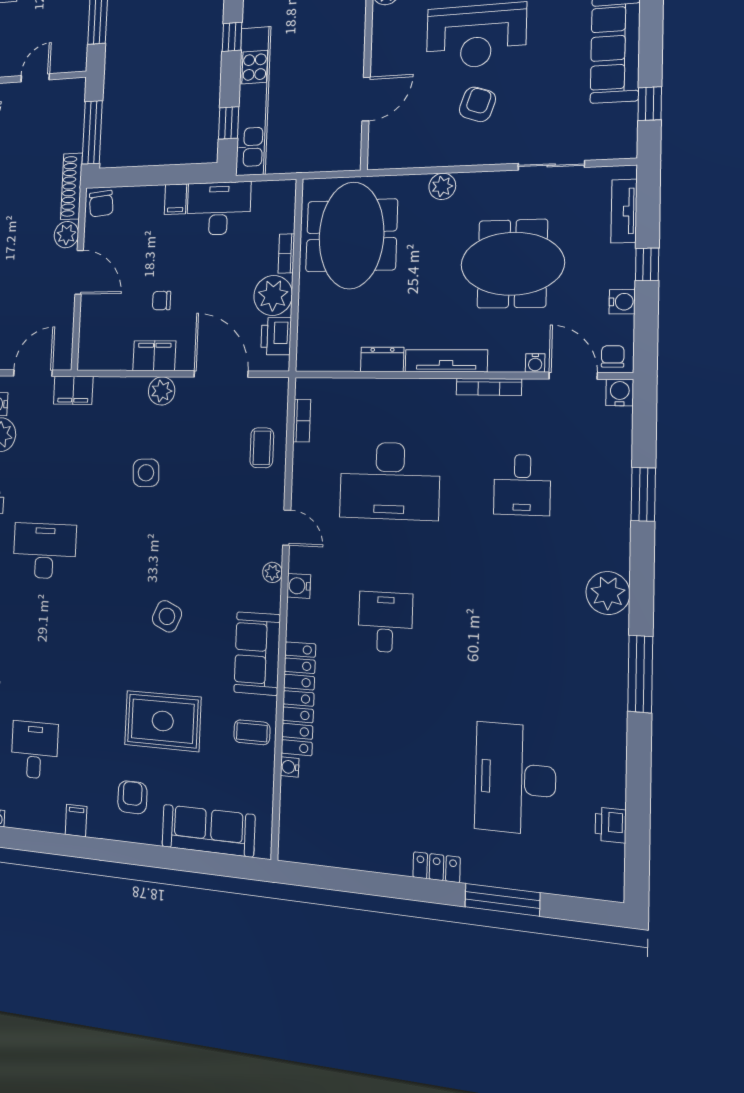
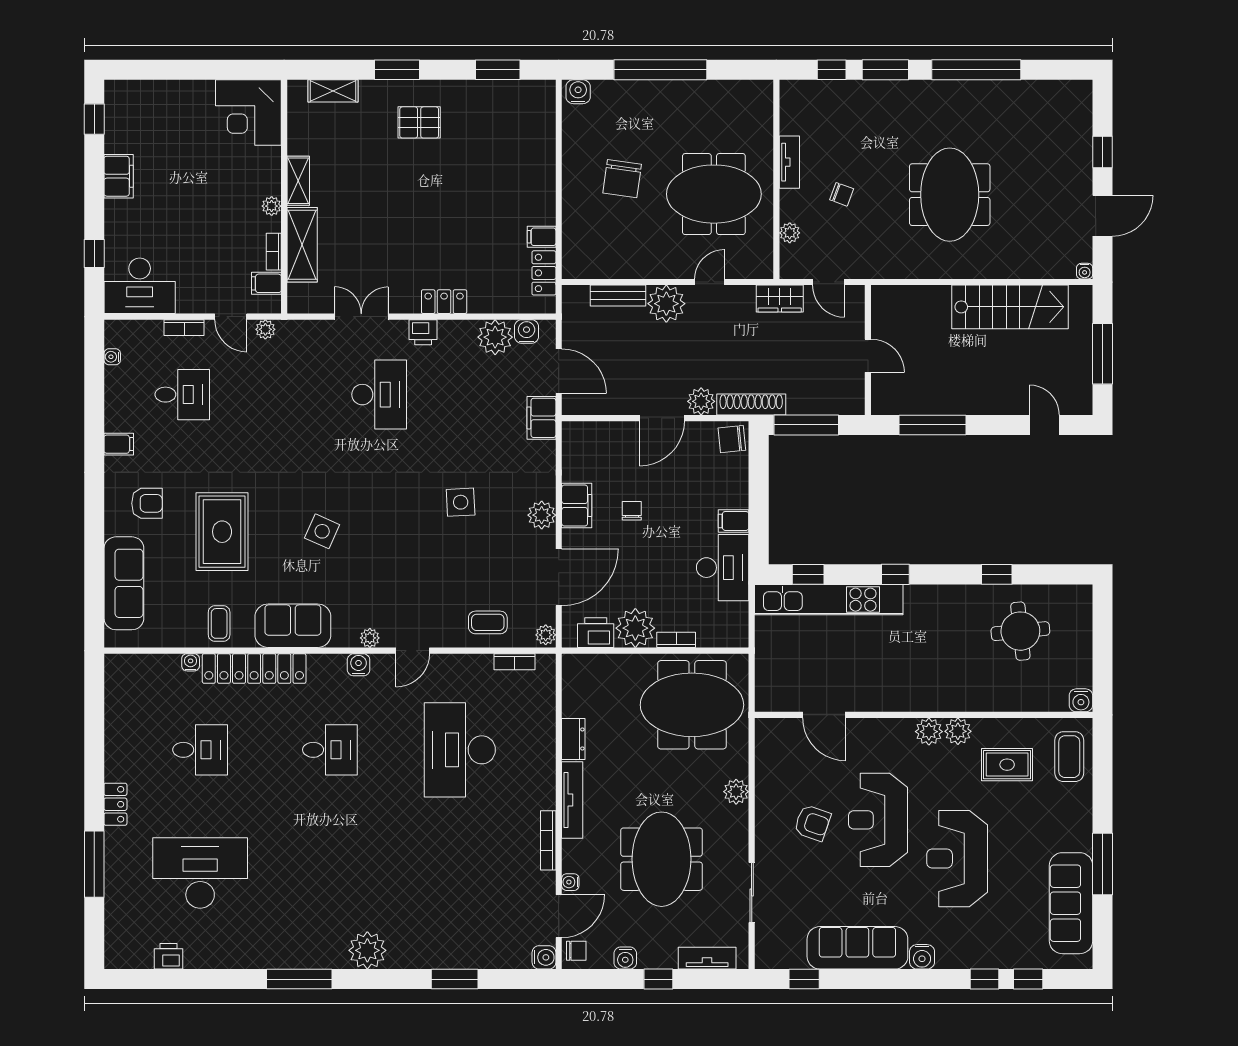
plant: (276, 388) -> (546, 635), added
desk: (522, 485) -> (200, 750), moved, turned 180

